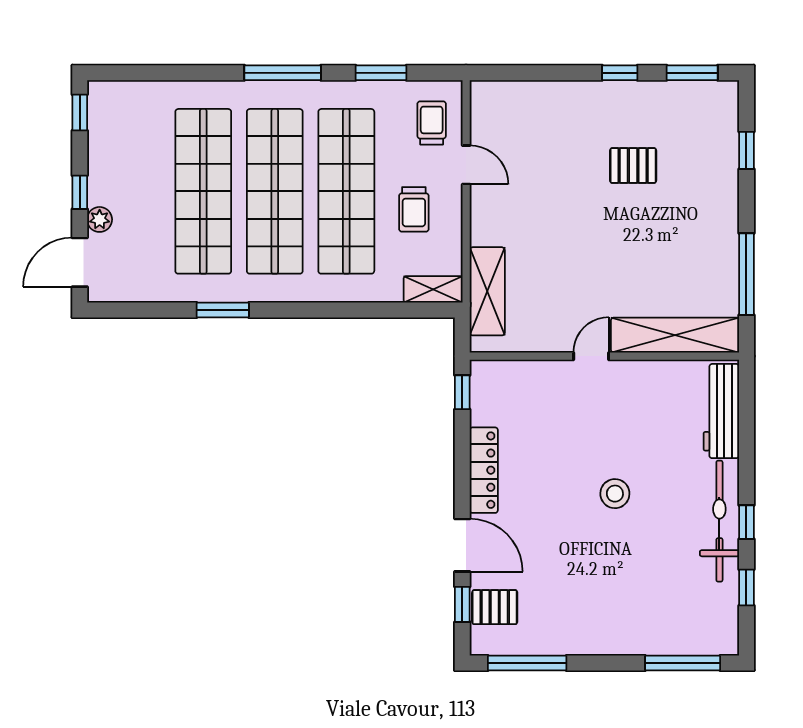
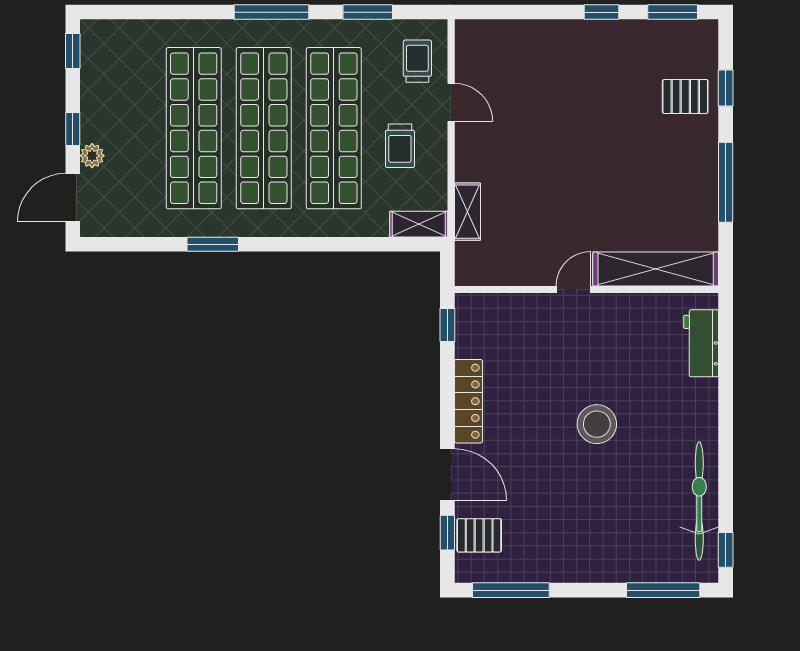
pallet: (633, 166) -> (685, 96), moved
window: (746, 274) -> (726, 182), moved
shelving: (487, 291) -> (467, 212), width x0.67, depth x0.75
workbench: (721, 411) -> (701, 343), width x0.73
stool: (615, 494) -> (597, 424), width x1.38, depth x1.38
bicycle: (719, 521) -> (699, 501), moved
window: (746, 522) -> (726, 452), removed
window: (746, 587) -> (726, 550), moved

